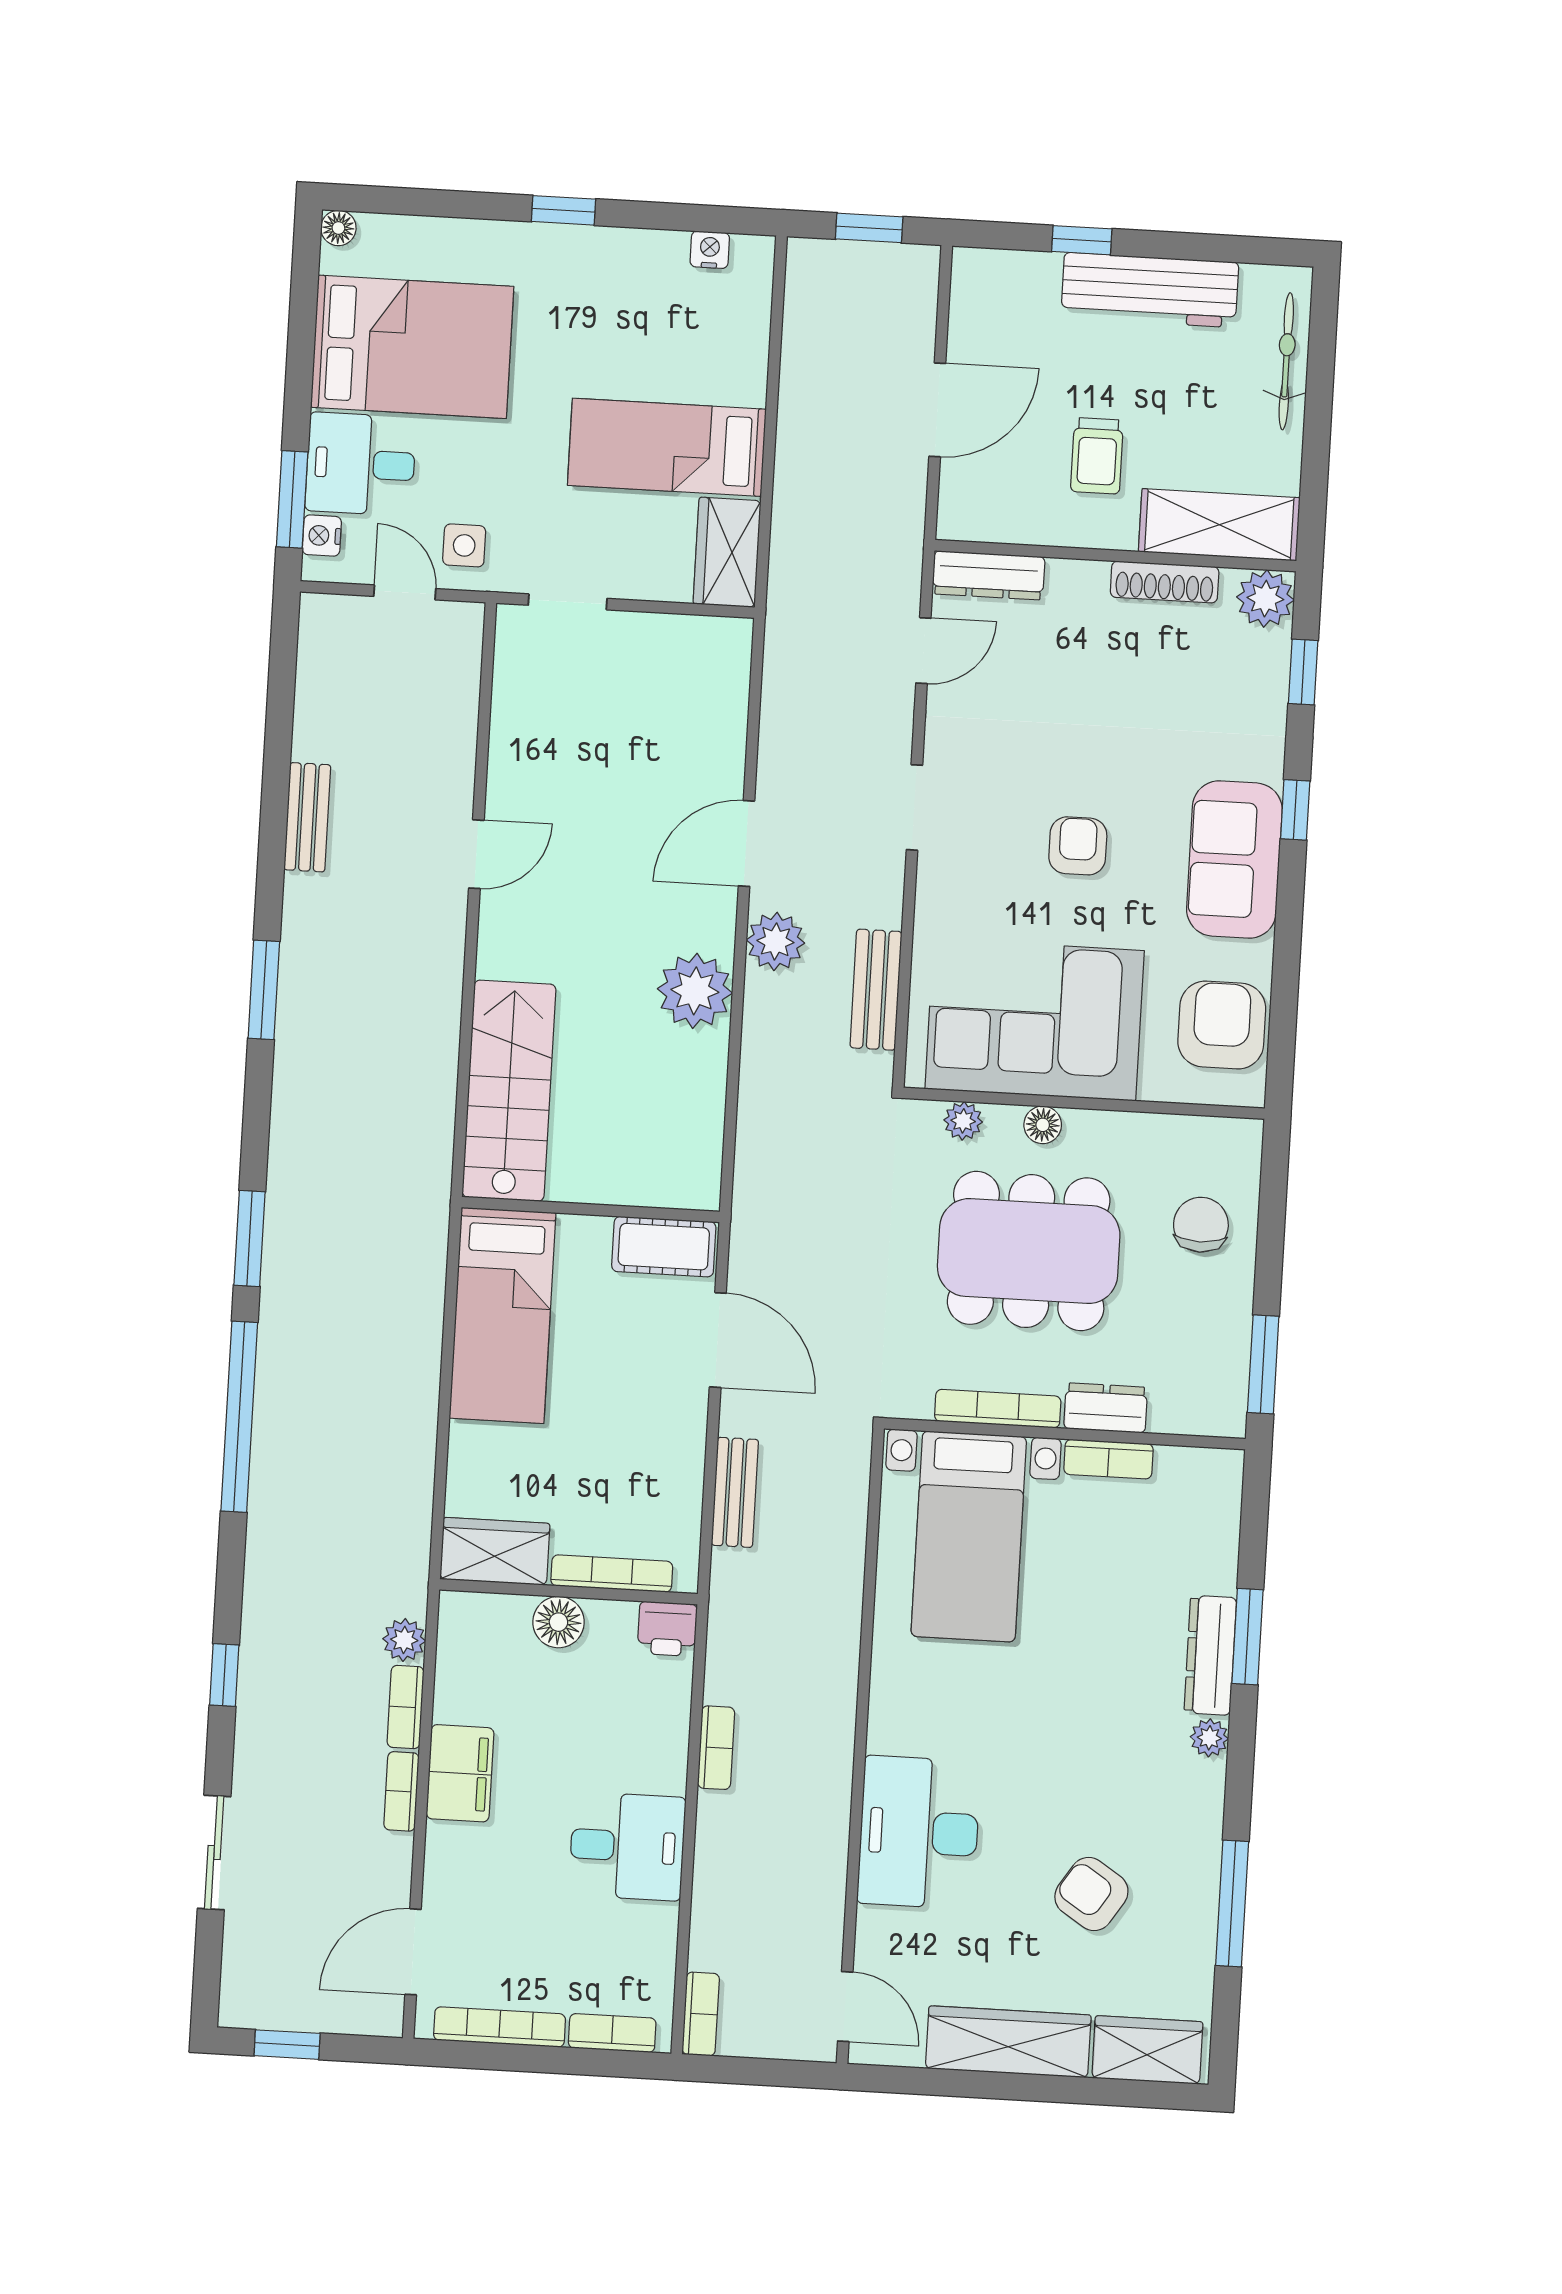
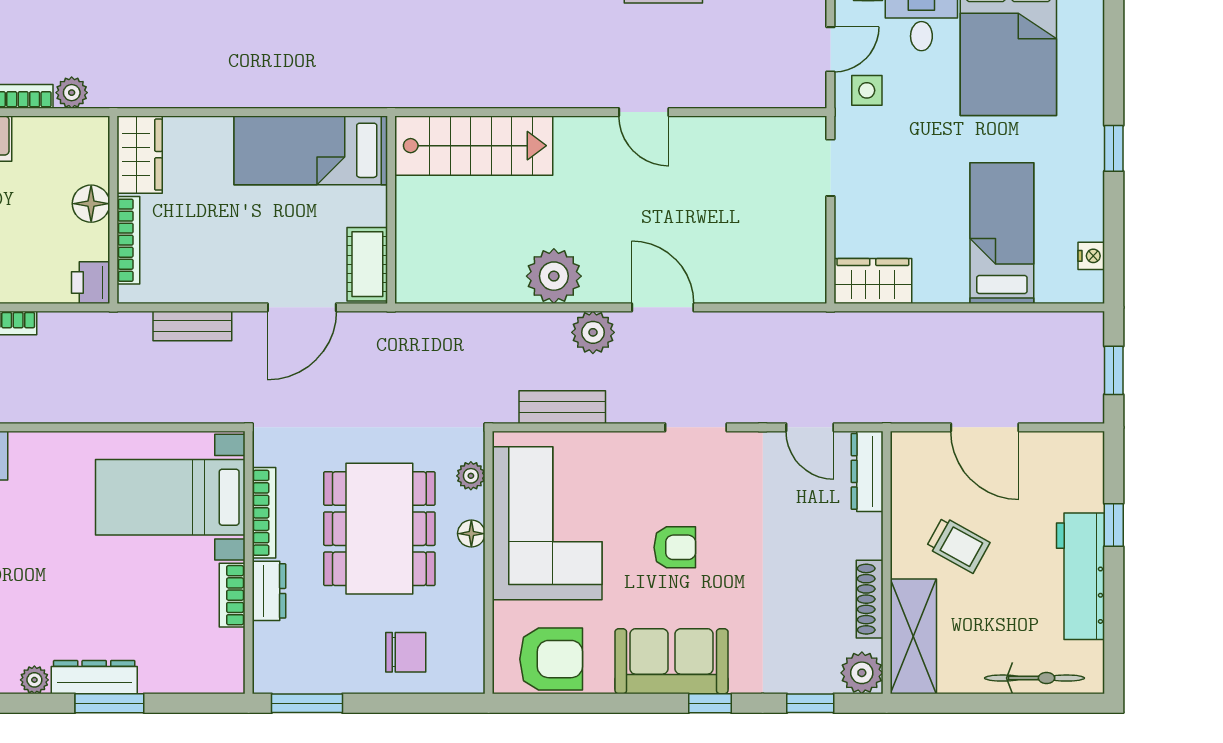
bed: (667, 447) -> (1002, 233), moved
trolley: (1097, 456) -> (958, 545), turned -151

